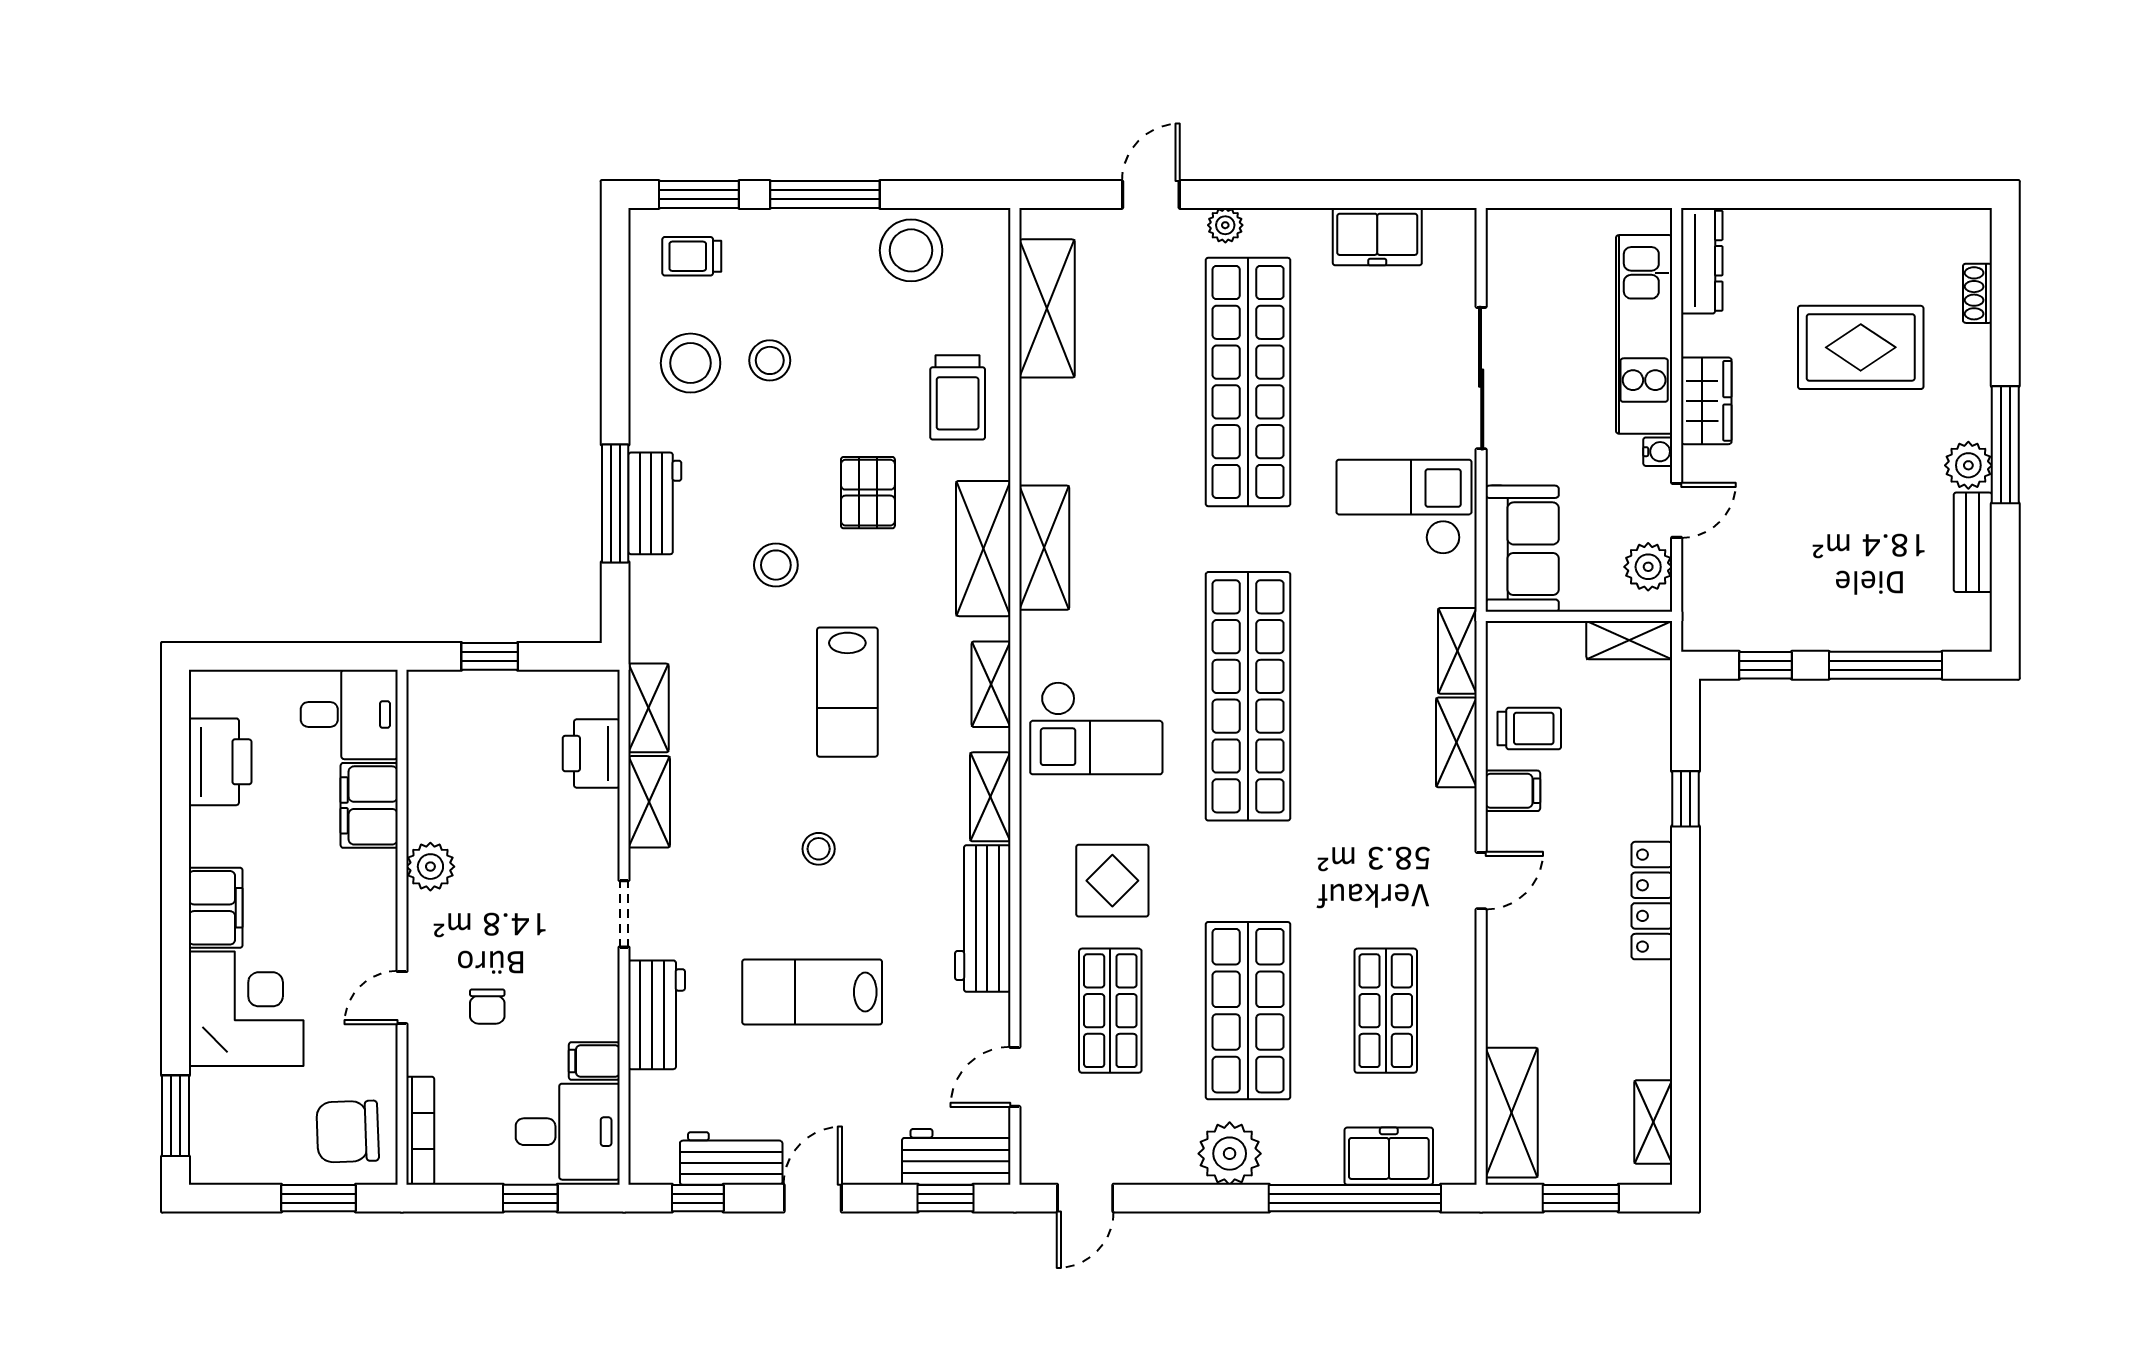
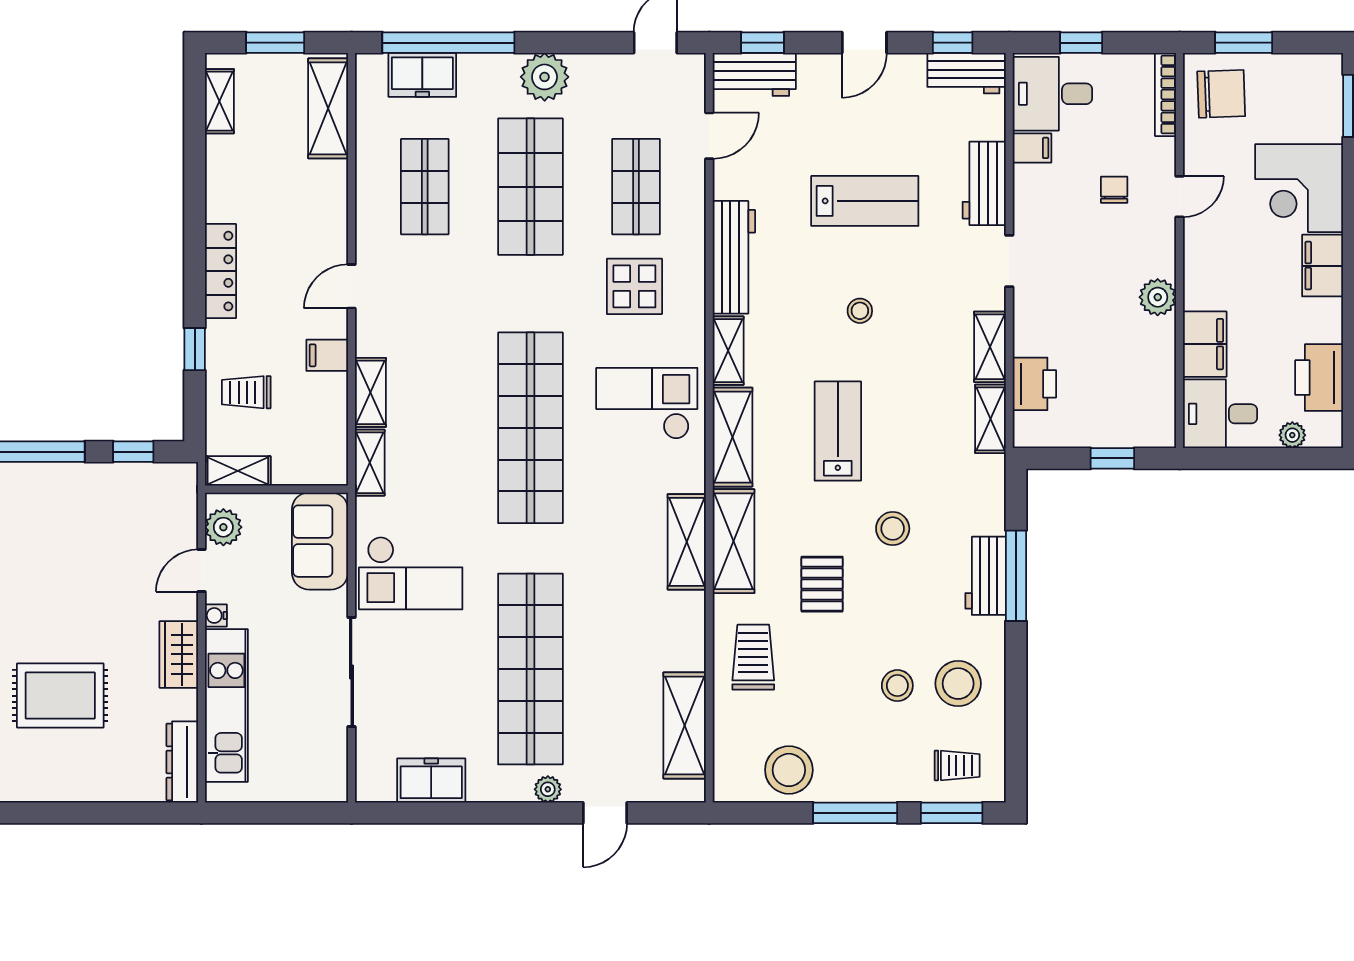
shelving: (991, 684) -> (732, 437), width x1.50, depth x1.33
plant: (255, 687) -> (1292, 435), added
trolley: (1529, 728) -> (246, 392), moved
workbench: (731, 1158) -> (967, 73), moved

